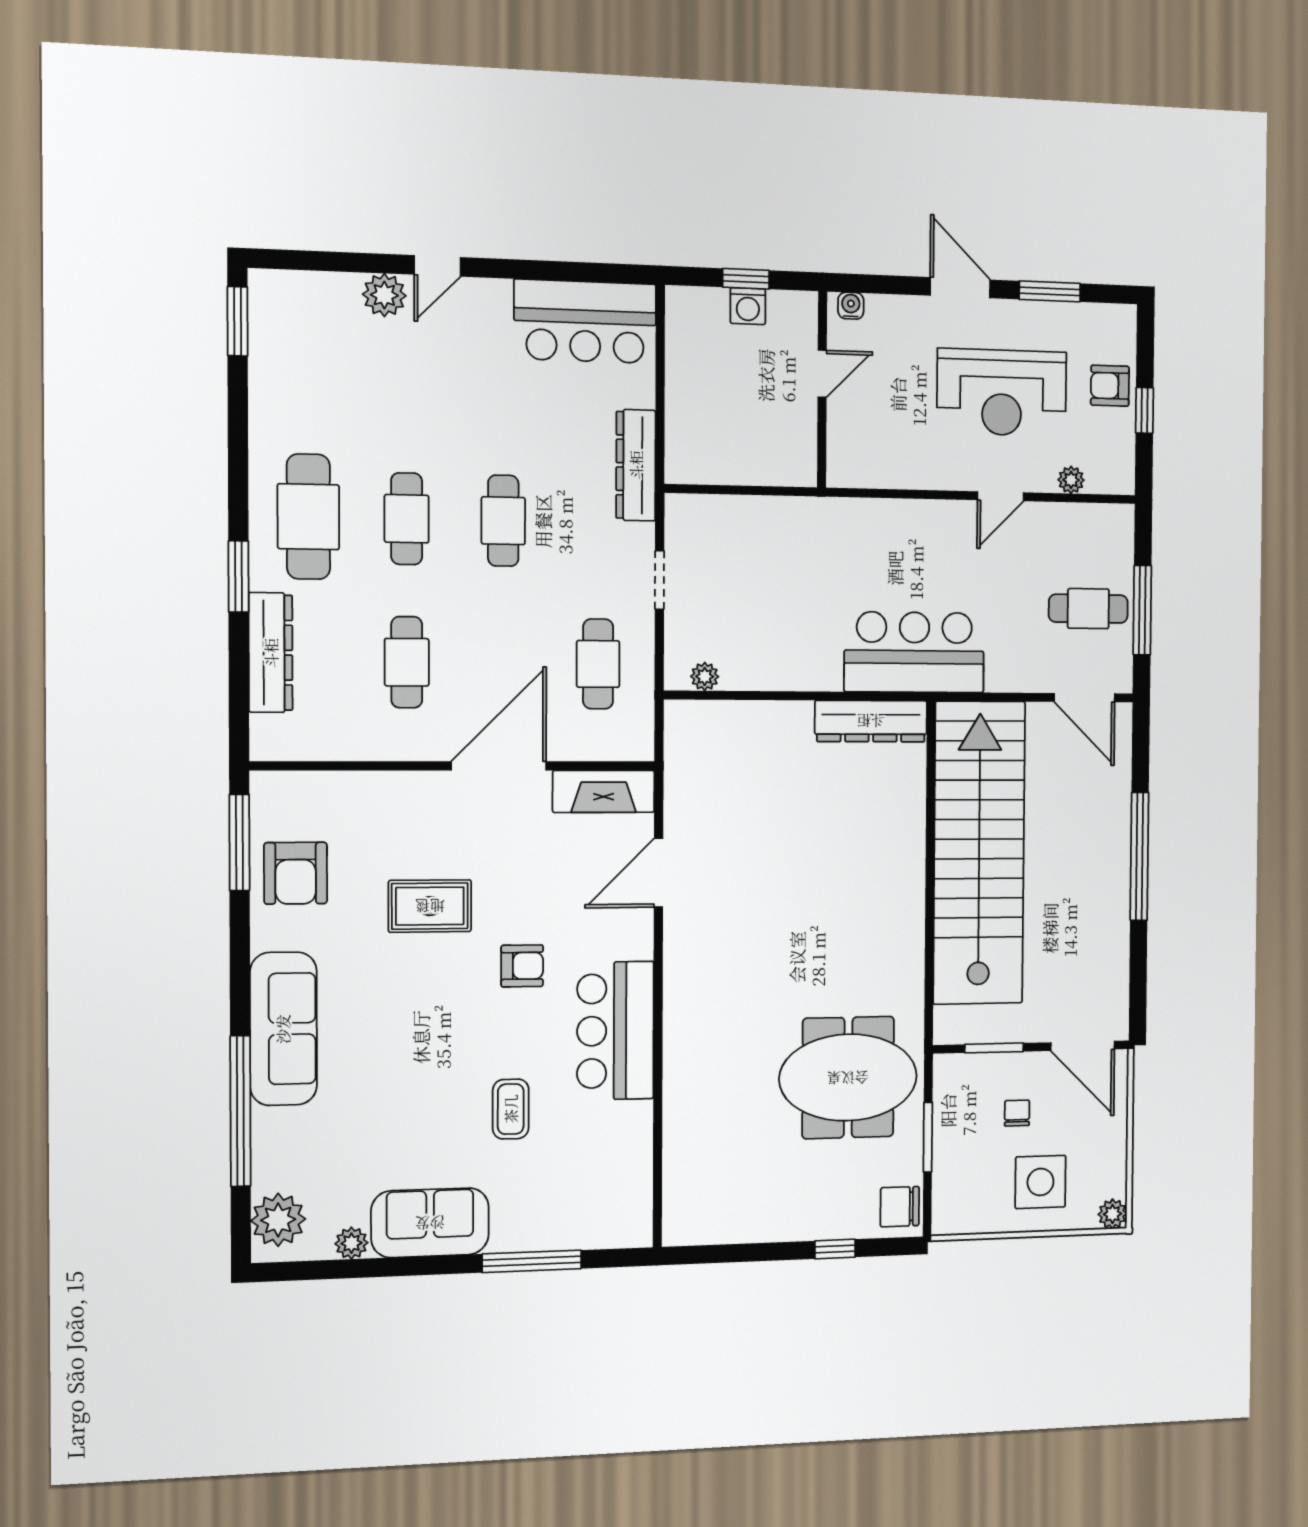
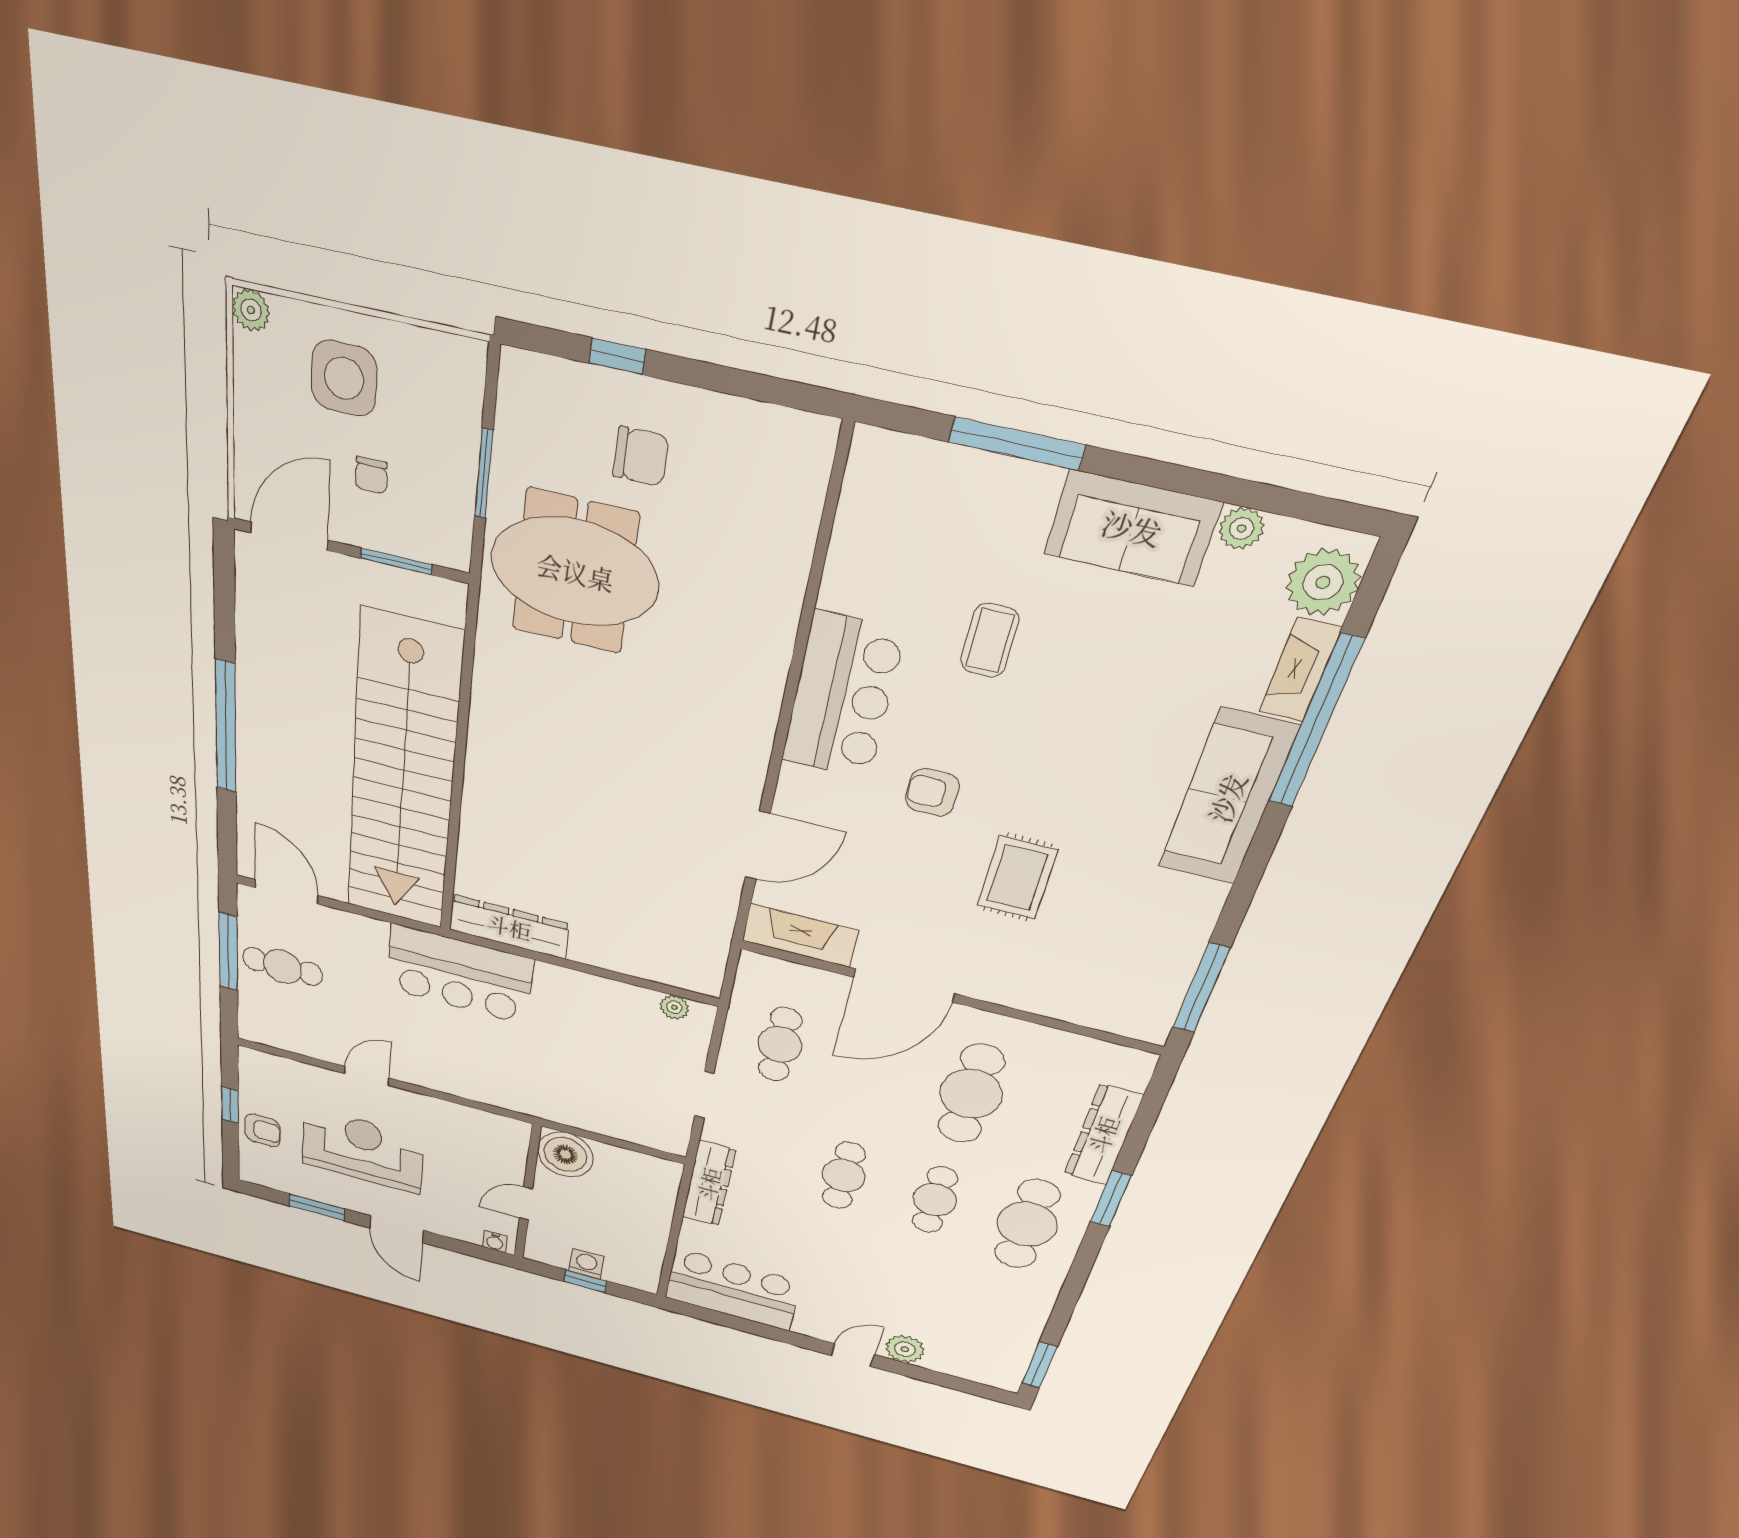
boiler: (788, 457) -> (565, 1154), added
plant: (1071, 480) -> (299, 1071), removed
cafe table: (407, 662) -> (971, 1094), width x1.37, depth x1.35
armchair: (296, 873) -> (1152, 945), removed
rug: (430, 906) -> (1017, 878), turned 90
door: (1083, 1046) -> (289, 536), hinge flipped
fireplace: (268, 1150) -> (1300, 670), added
chair: (900, 1207) -> (641, 456), moved

